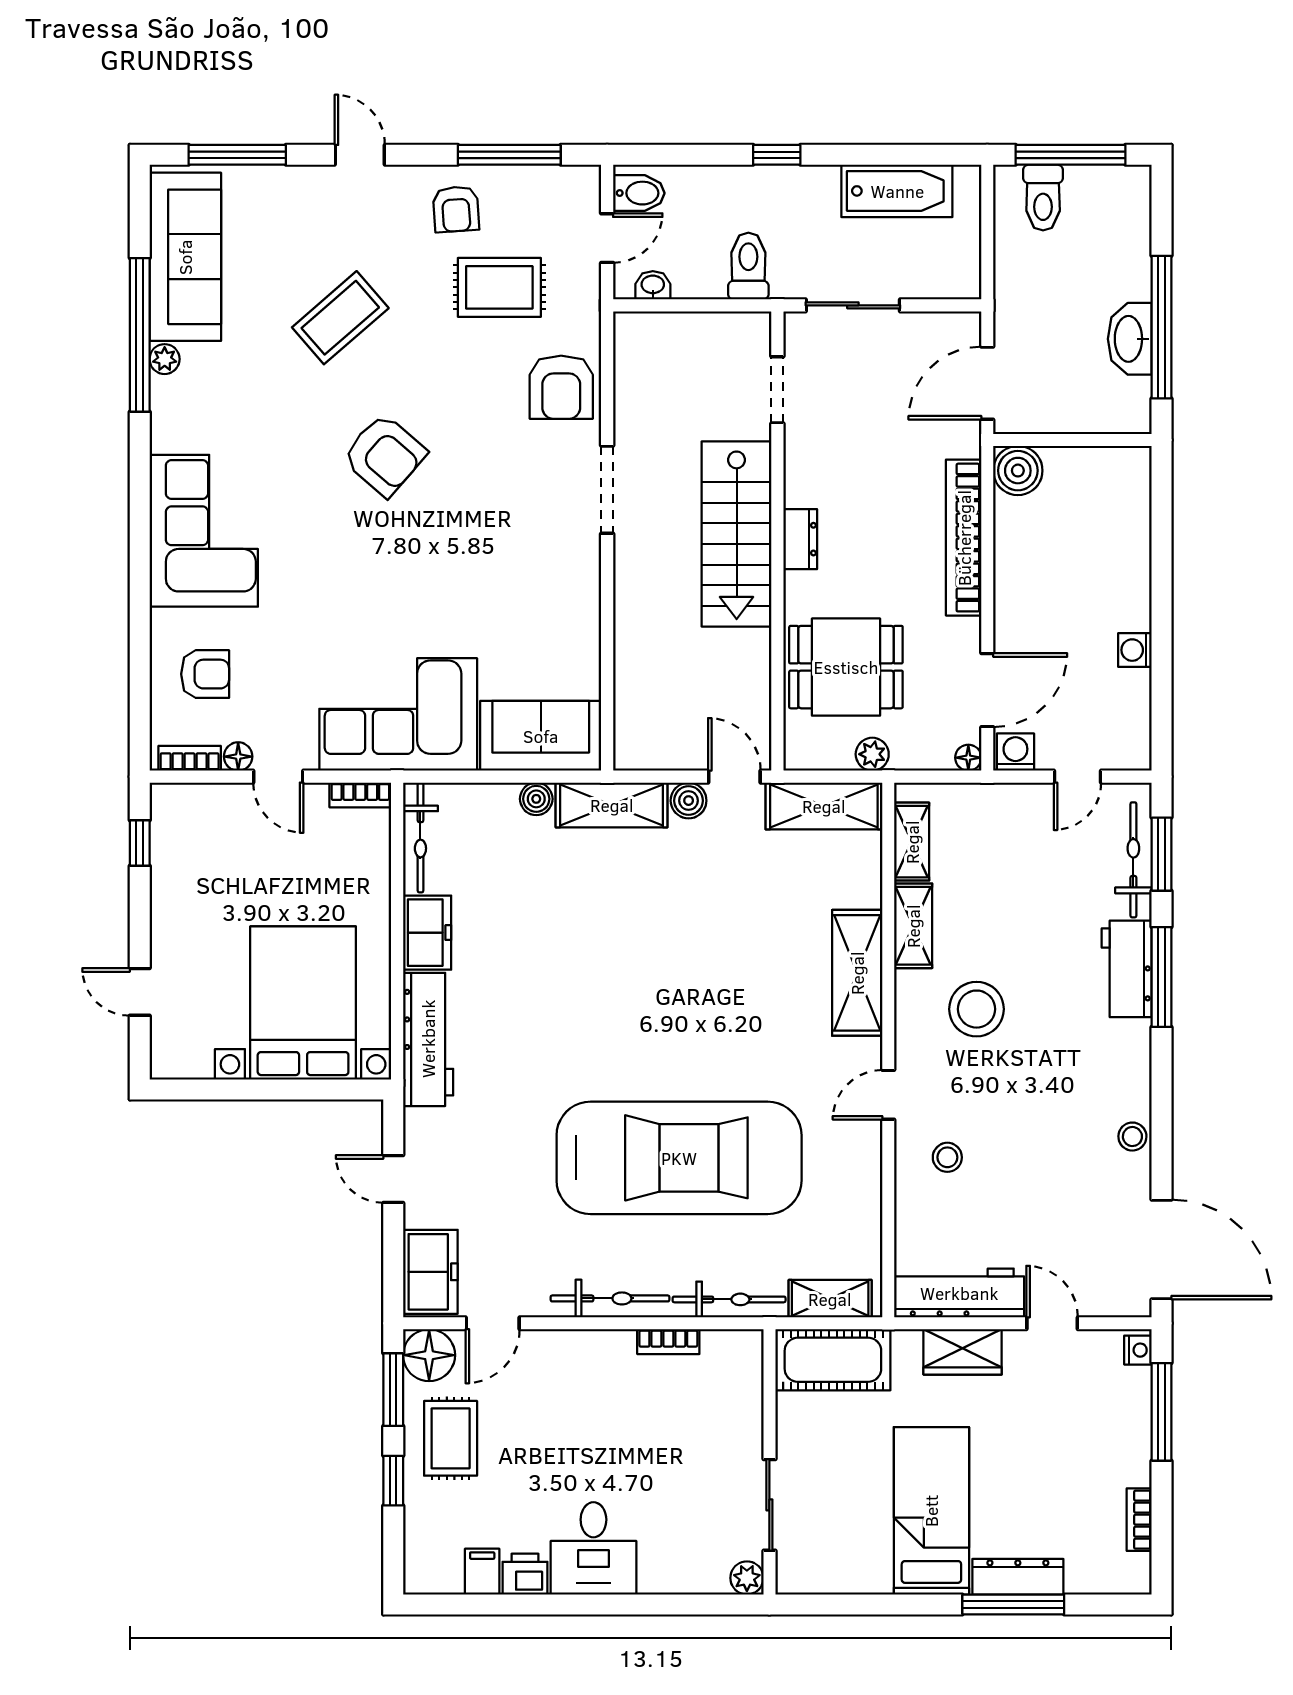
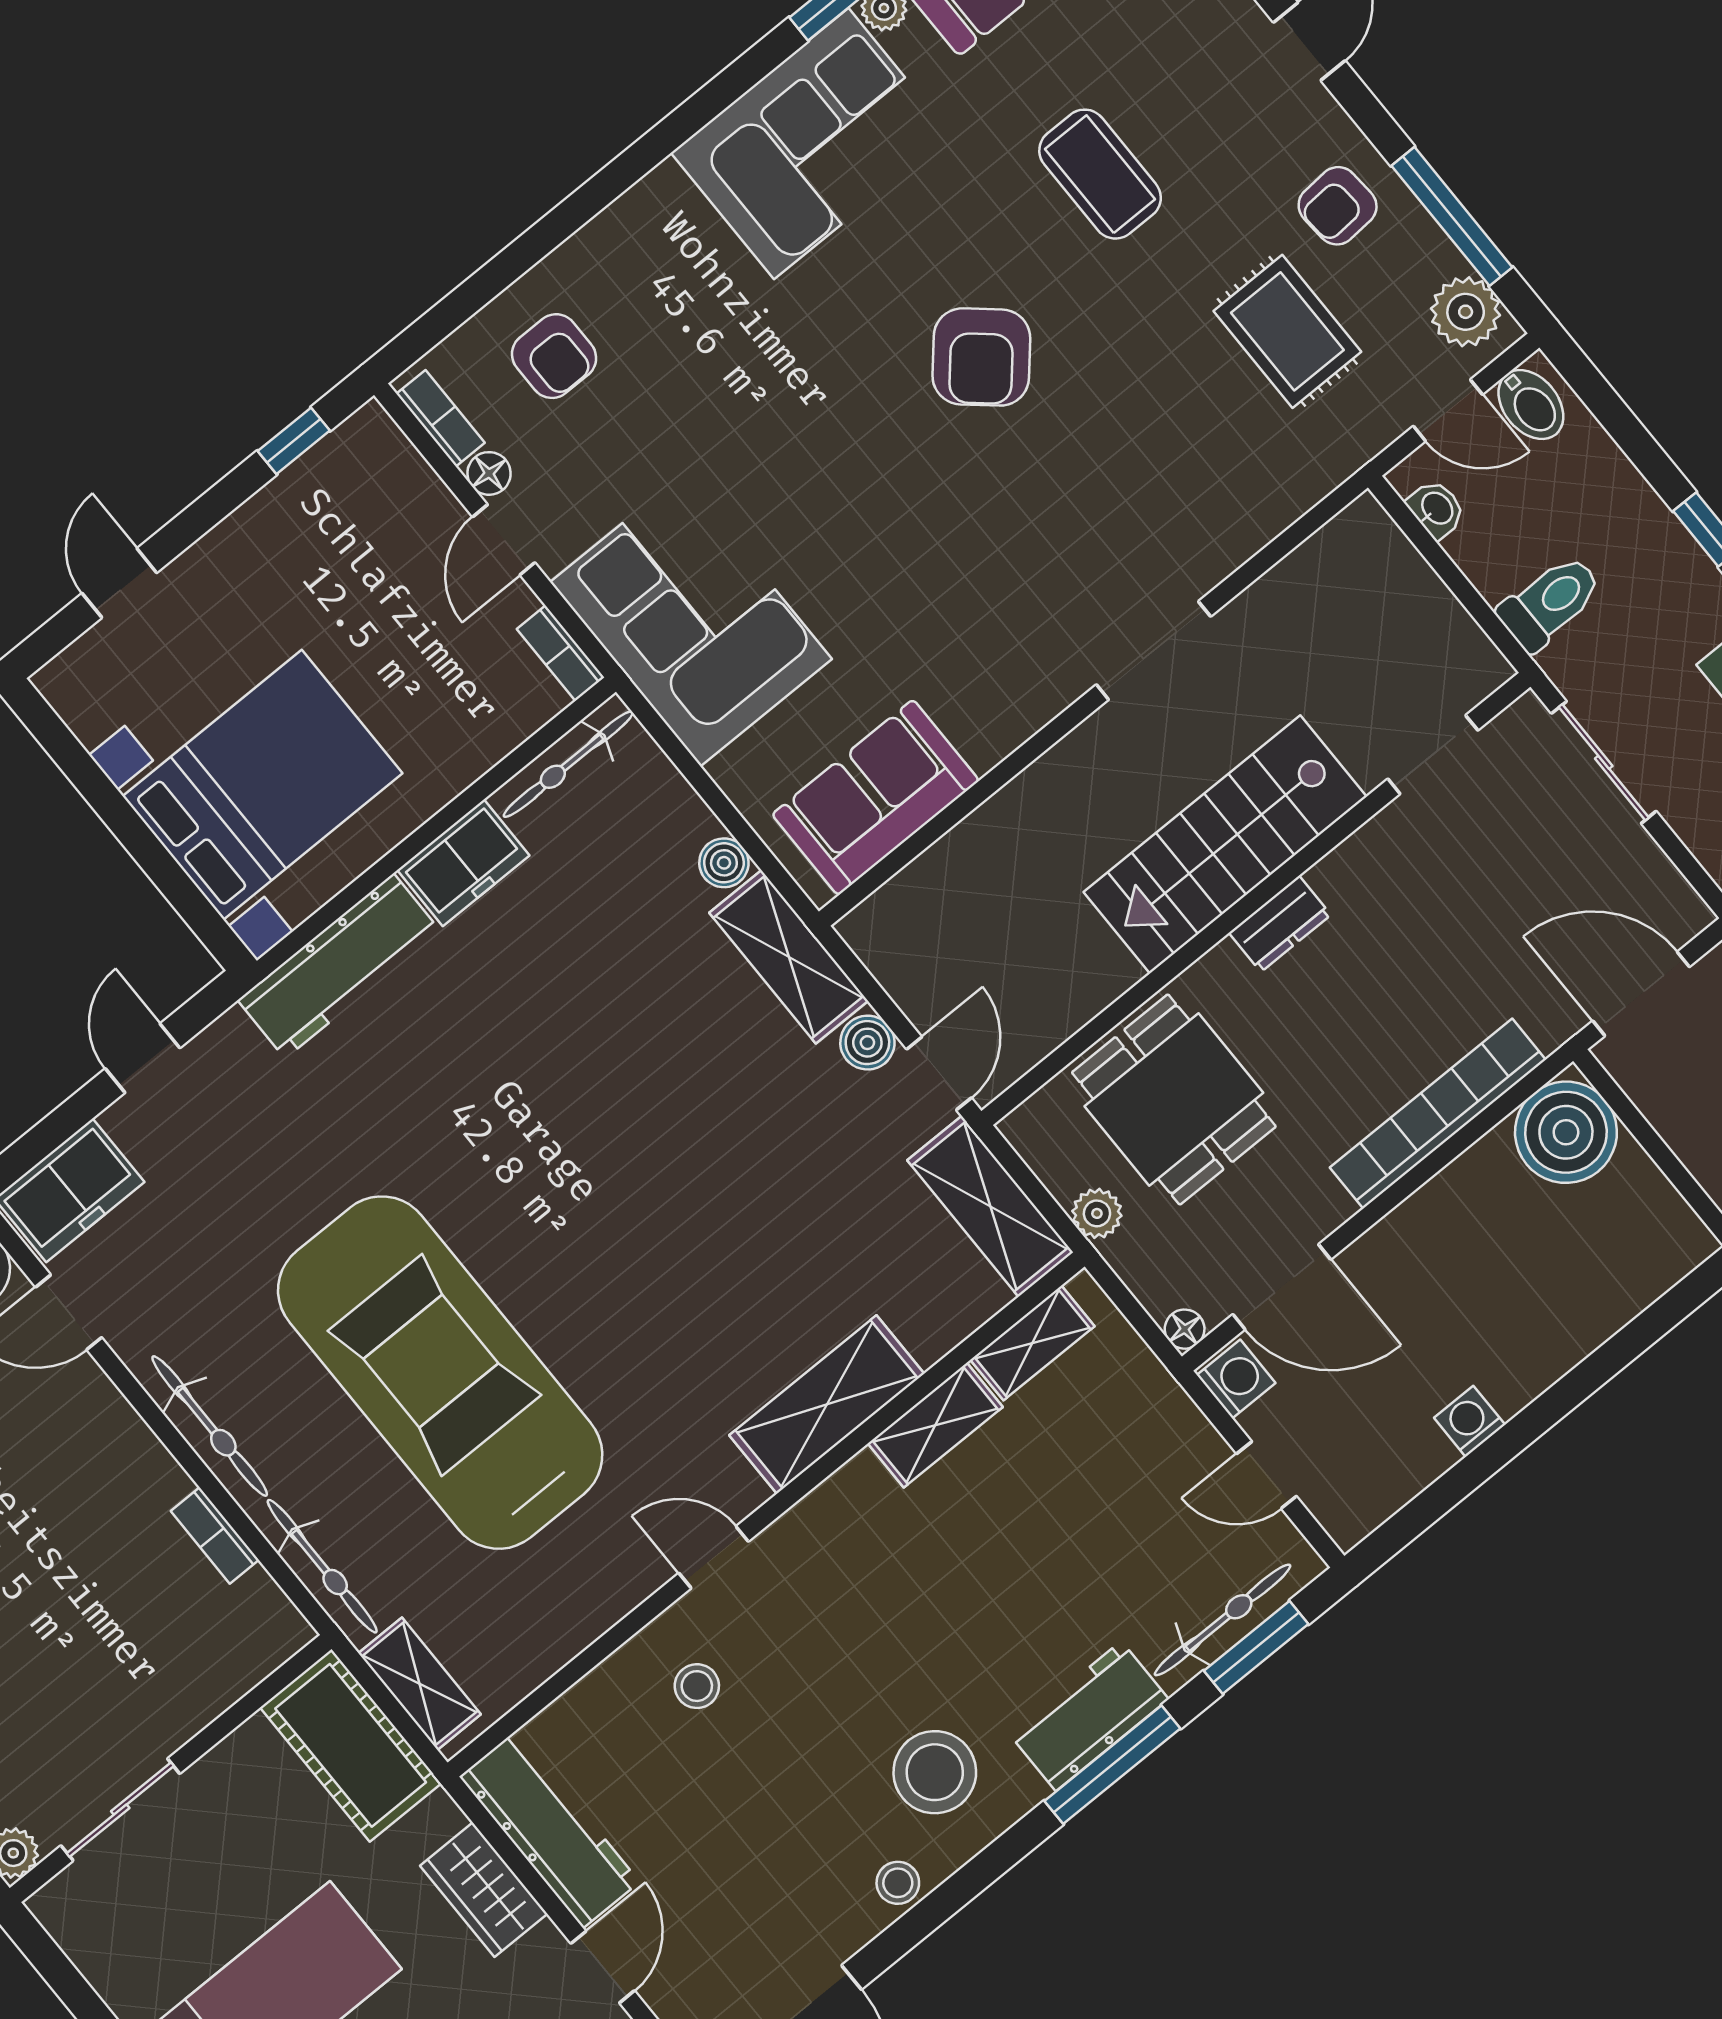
plant: (564, 188) -> (1466, 312), added
coffee table: (340, 318) -> (1100, 174), turned 41
armchair: (561, 387) -> (1230, 499), removed
boiler: (1018, 471) -> (1566, 1132), width x1.37, depth x1.37
corner sofa: (204, 531) -> (811, 144), moved
sofa: (541, 736) -> (876, 797), moved, turned -90
stool: (977, 1009) -> (935, 1772), moved
car: (679, 1158) -> (440, 1373), turned 180

